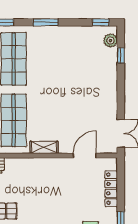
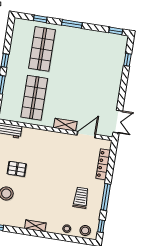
plant: (110, 40) -> (121, 46), removed
shelving: (44, 147) -> (65, 125), moved

